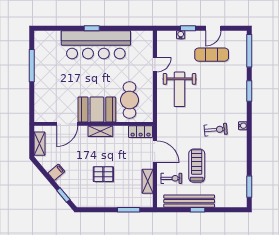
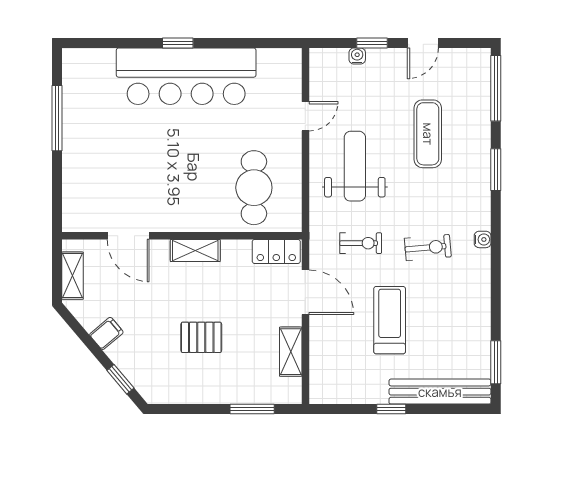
exercise mat: (212, 55) -> (428, 134), moved, turned 90
weight bench: (180, 89) -> (355, 166), turned 180
booth: (97, 109) -> (188, 207), removed
door: (67, 124) -> (128, 236), hinge flipped
exercise bike: (171, 178) -> (361, 243), moved
bench: (189, 201) -> (440, 392), moved

